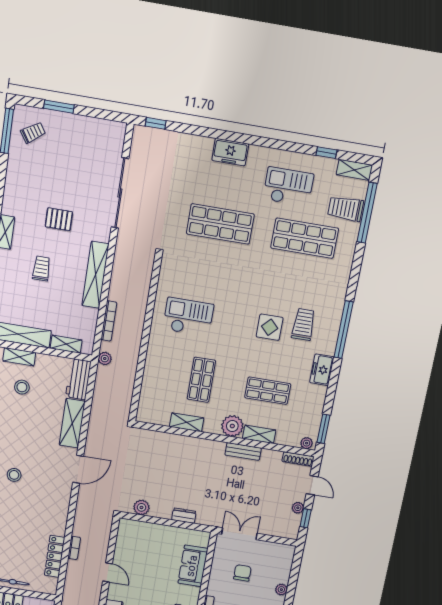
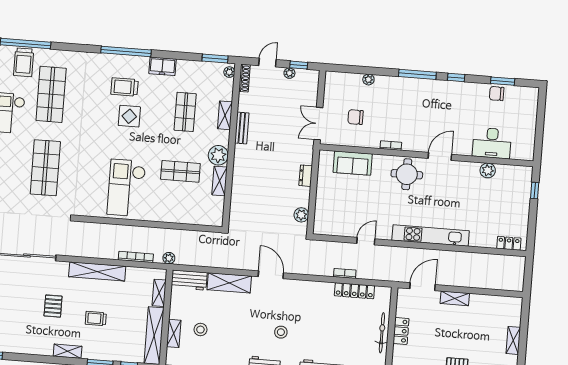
checkout: (188, 317) -> (126, 188), width x1.36, depth x1.21
plant: (232, 426) -> (218, 155), moved

